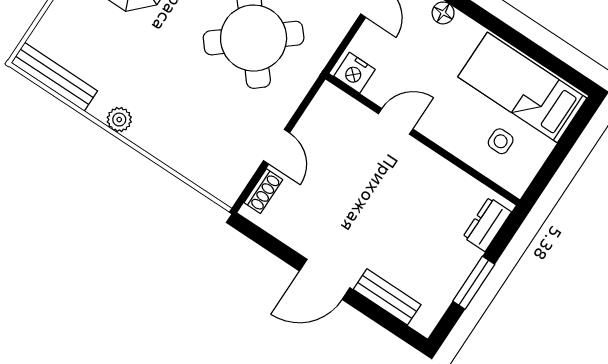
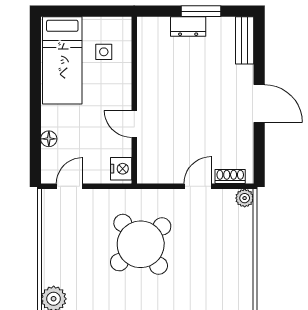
plant: (119, 120) -> (245, 198), moved
dresser: (487, 224) -> (188, 27), moved
bench: (387, 297) -> (245, 40), moved

